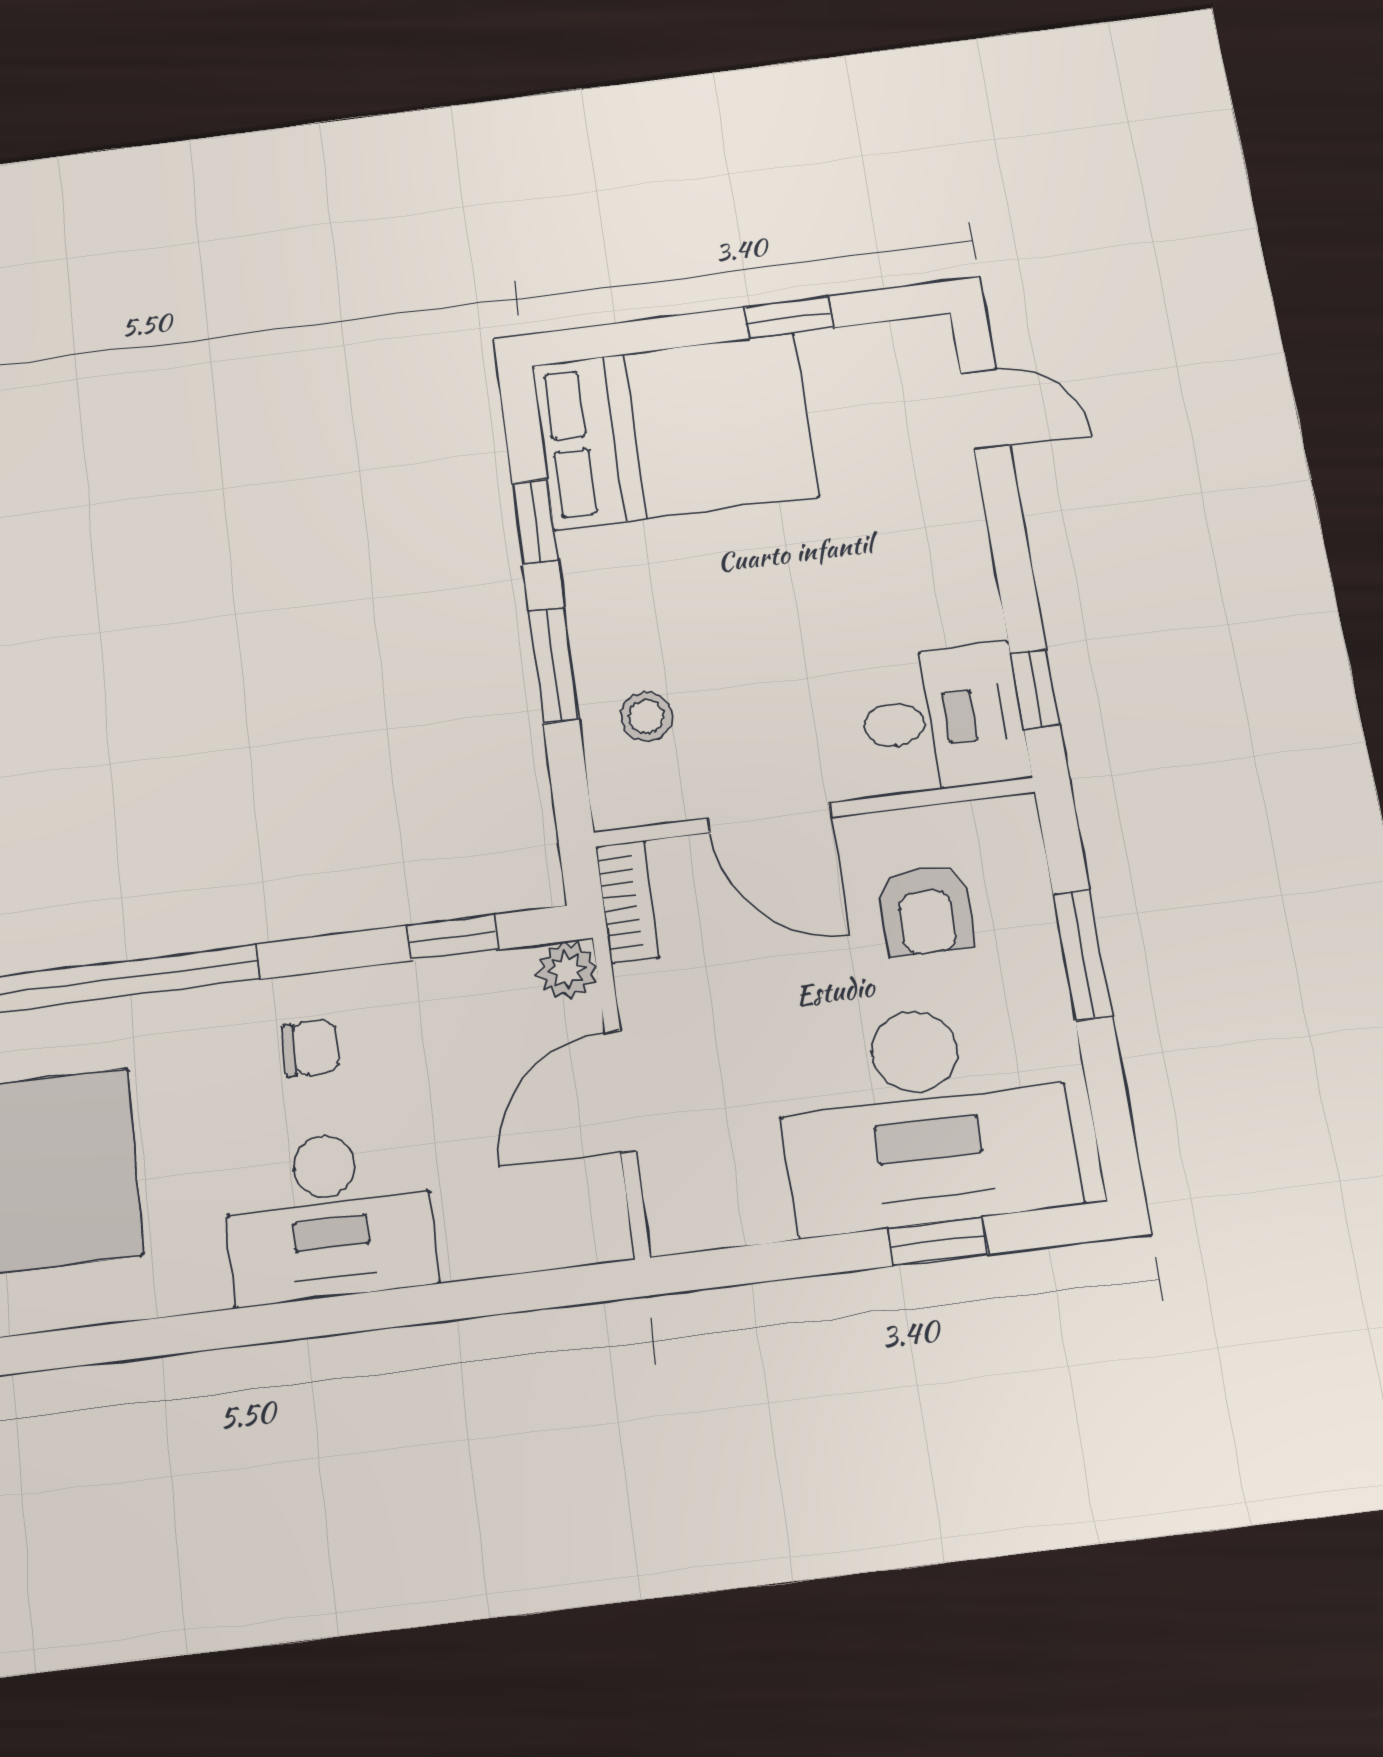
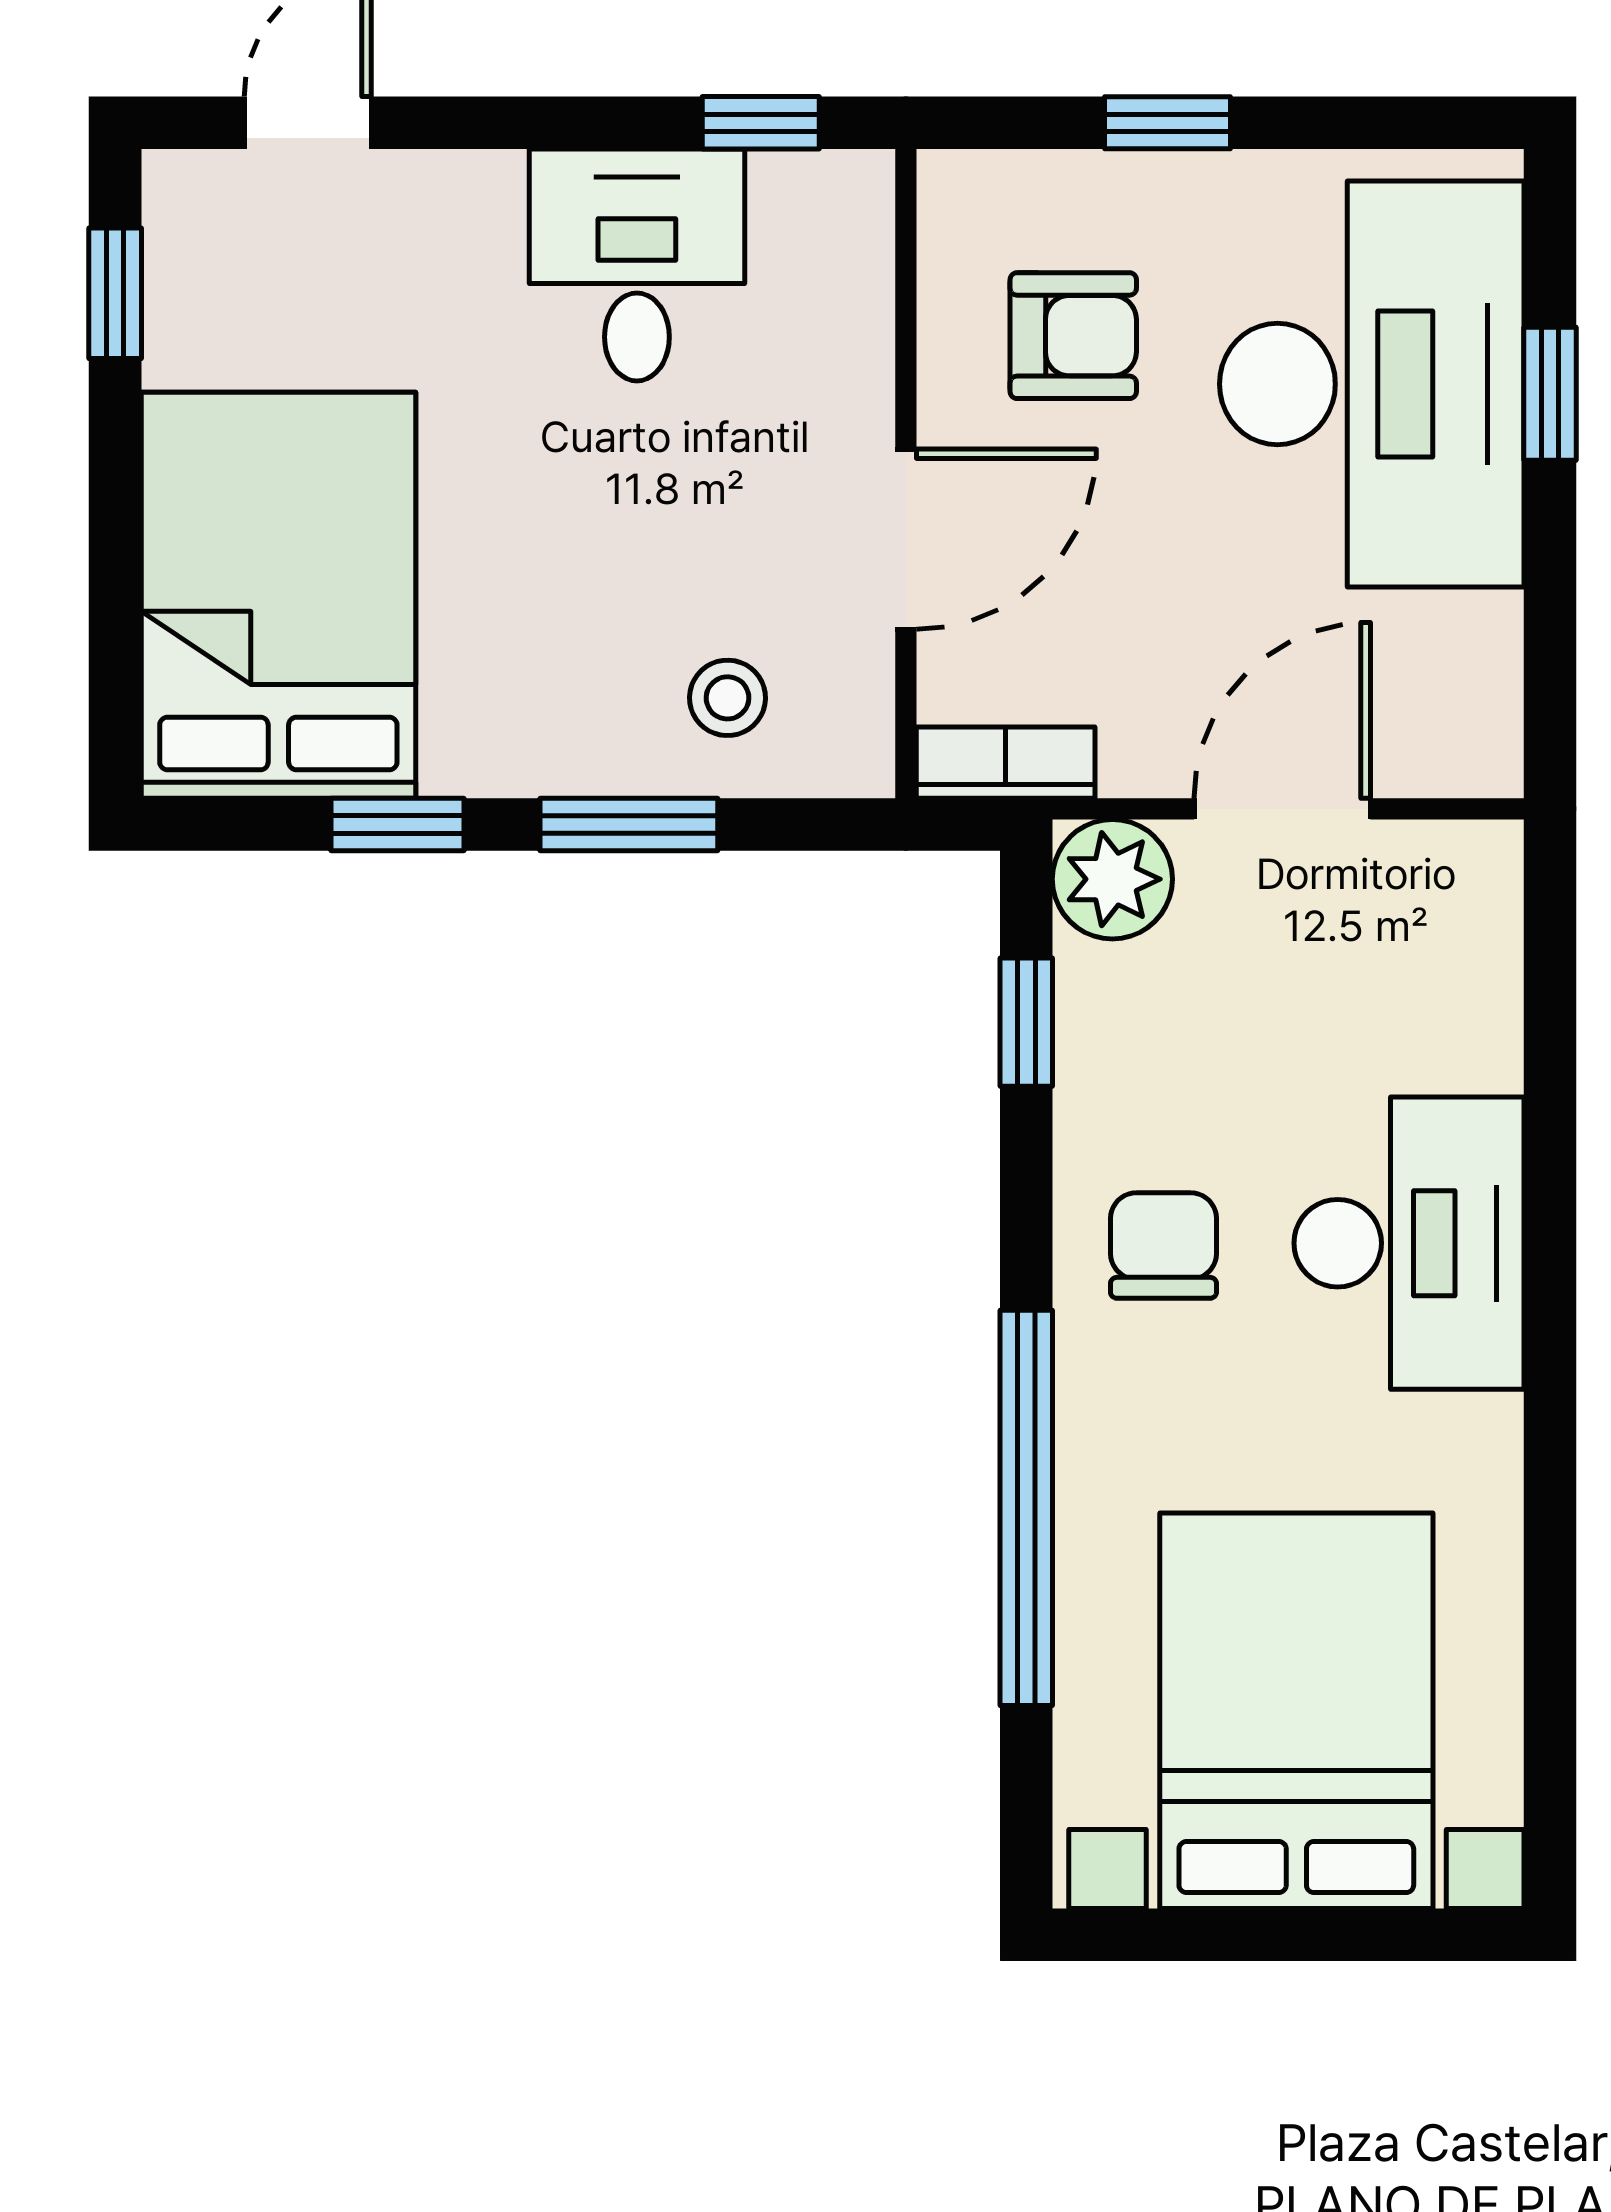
window: (789, 317) -> (115, 293), moved
desk: (942, 719) -> (637, 265), moved
window: (1082, 955) -> (1168, 123), width x0.67
plant: (567, 970) -> (1112, 879), width x1.38, depth x1.38
chair: (310, 1048) -> (1163, 1245), width x1.37, depth x1.37
door: (620, 1091) -> (1282, 809), swing flipped

